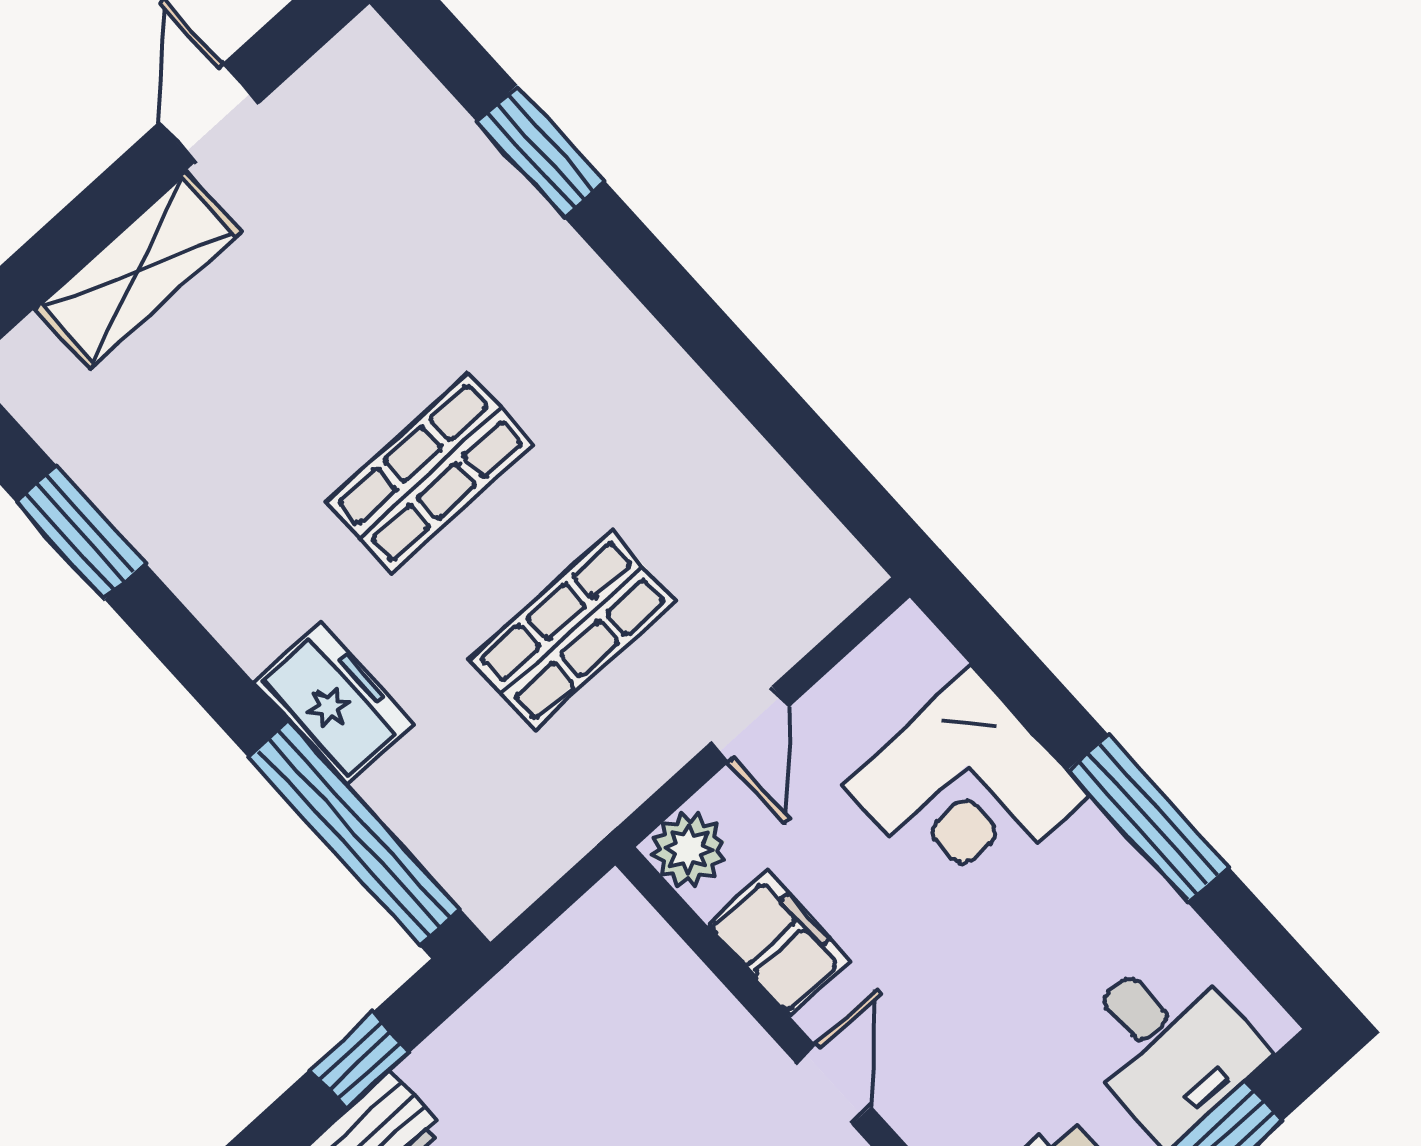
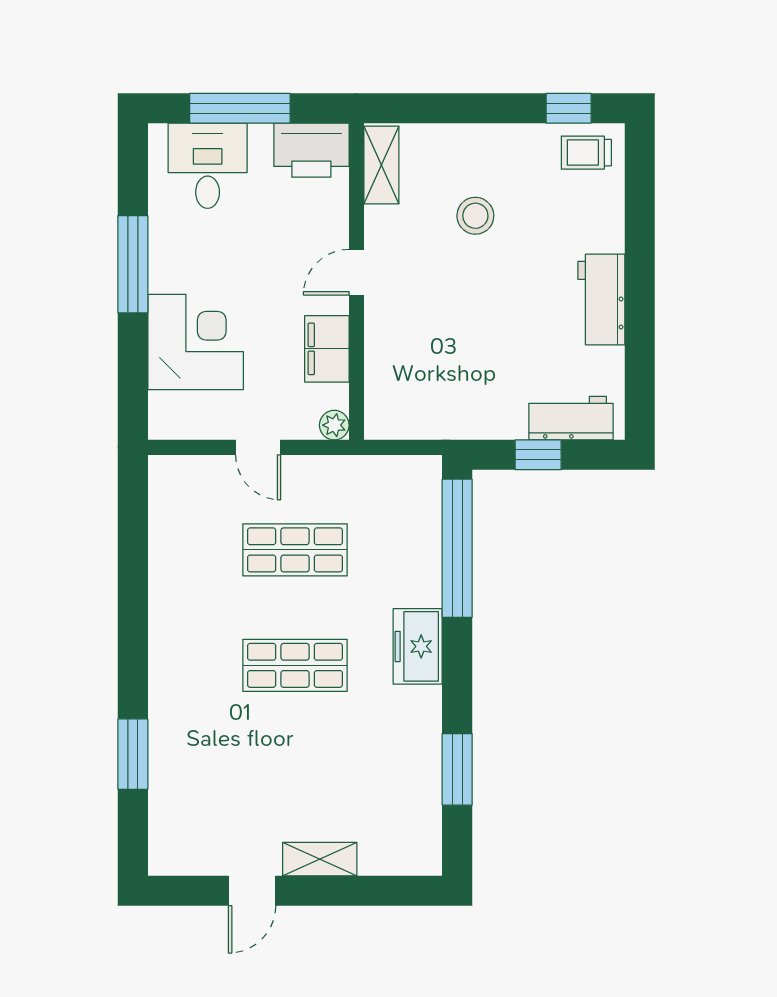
shelving: (138, 270) -> (320, 859), width x0.67, depth x0.75
freezer: (334, 703) -> (418, 646), moved
door: (750, 724) -> (258, 447), swing flipped
plant: (689, 849) -> (334, 425), width x0.73, depth x0.73

